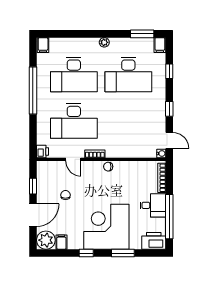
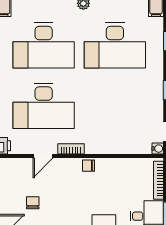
door: (73, 159) -> (43, 156), hinge flipped

